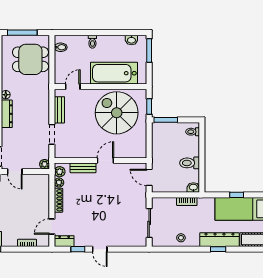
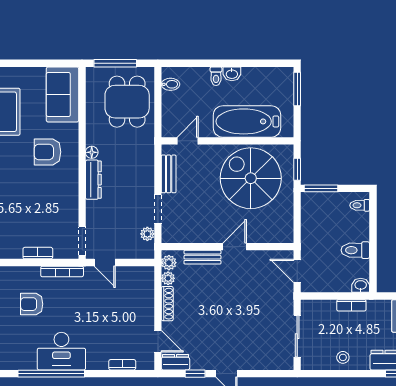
washbasin: (131, 40) -> (232, 74), moved
dining table: (30, 59) -> (127, 102), turned 90
plant: (45, 164) -> (147, 234), moved
door: (52, 227) -> (158, 341), swing flipped

